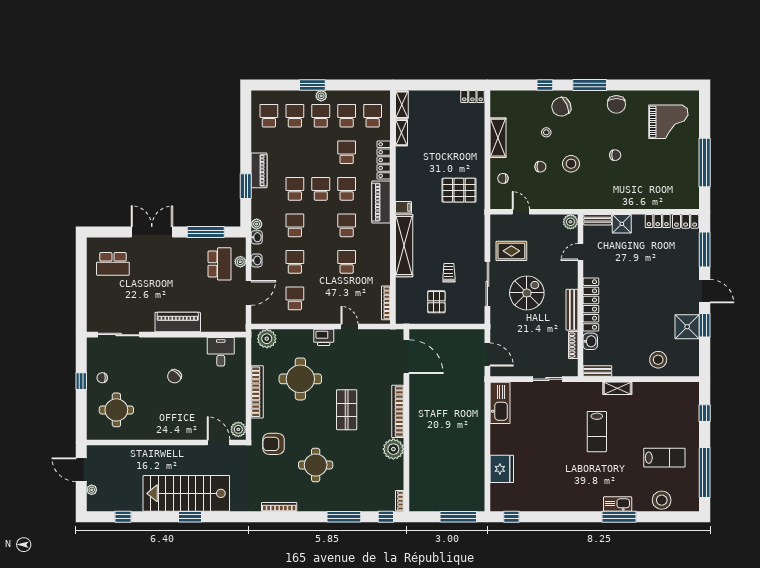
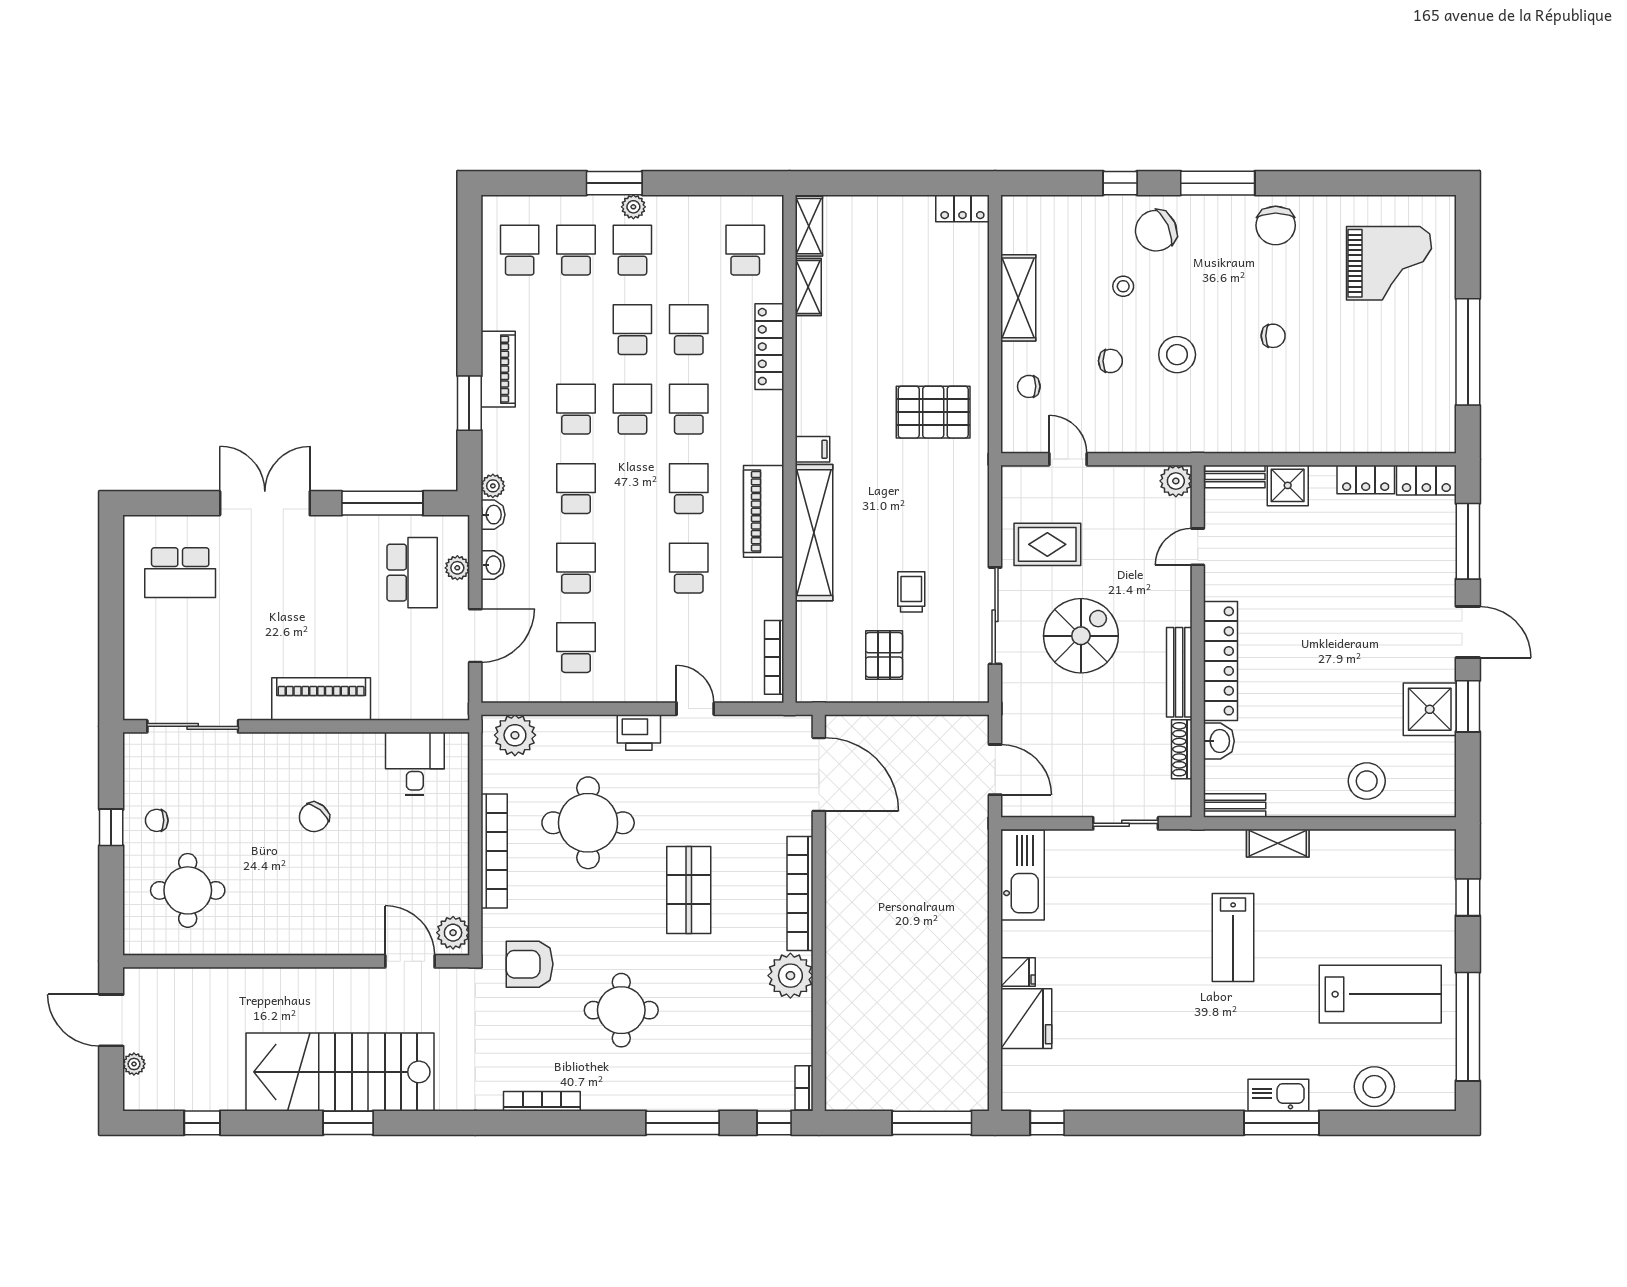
school desk: (347, 116) -> (632, 330), moved
piano: (381, 202) -> (764, 511), moved
fridge: (498, 447) -> (1018, 972), added
lab bench: (664, 458) -> (1380, 994), width x1.36, depth x1.39

